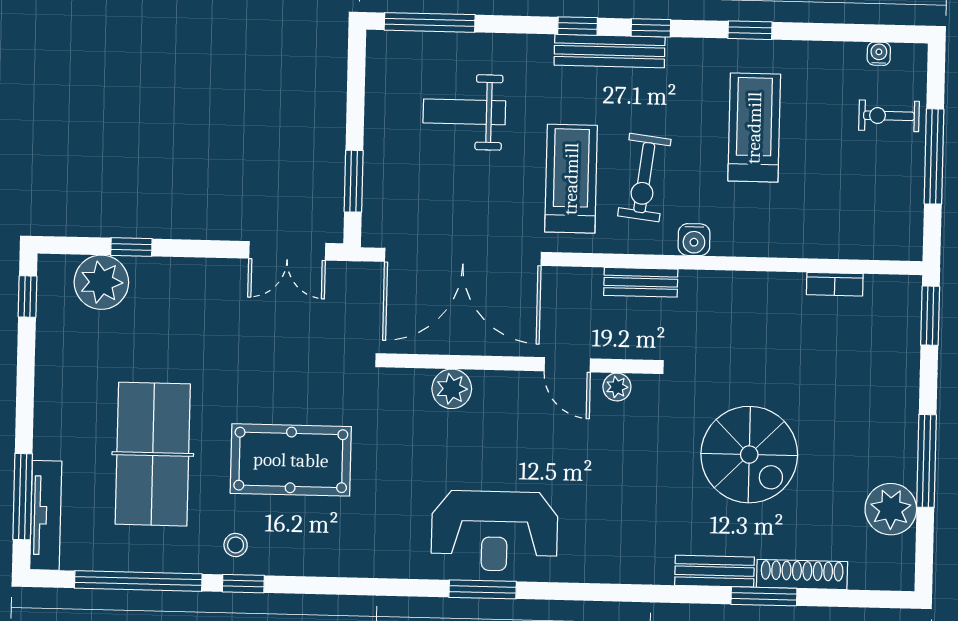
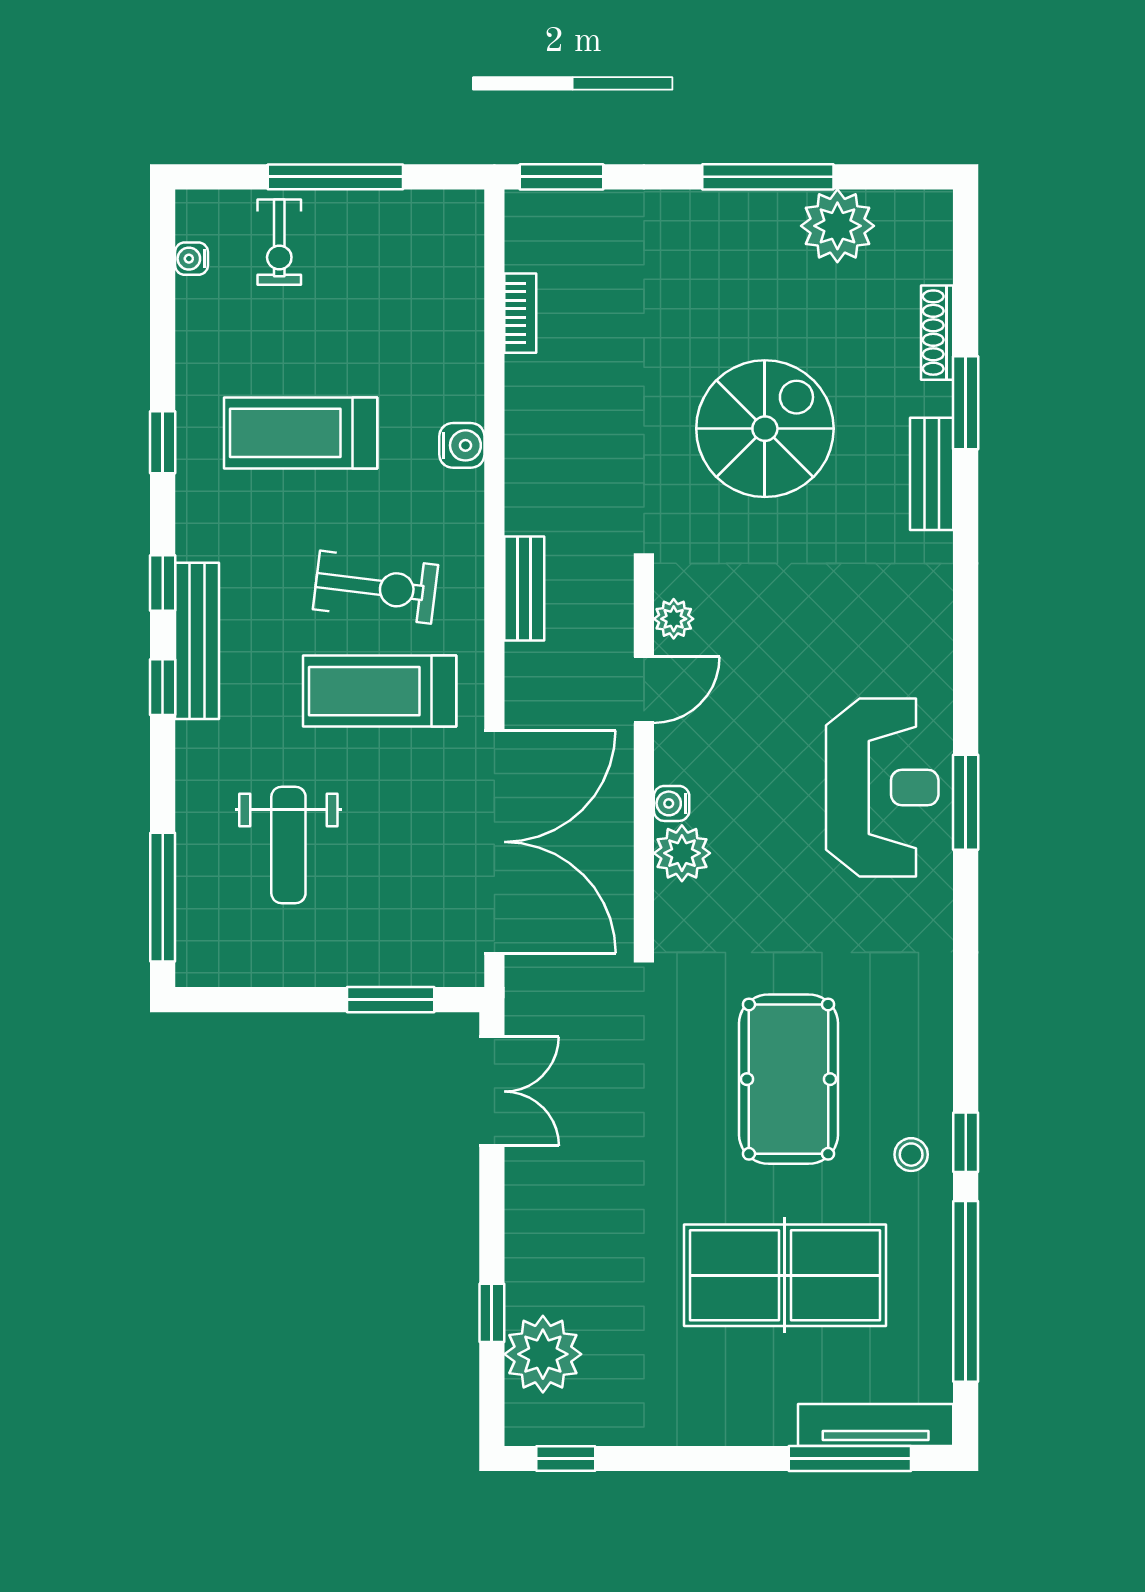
water cooler: (694, 240) -> (462, 445), moved
water cooler: (487, 382) -> (672, 803), added
shoe rack: (802, 574) -> (937, 333), width x0.74, depth x0.81

